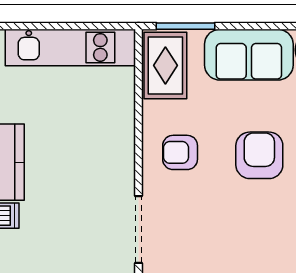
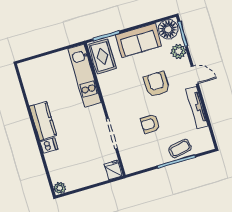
kitchen unit: (70, 47) -> (84, 76), moved, turned 90
armchair: (180, 152) -> (150, 124), moved

